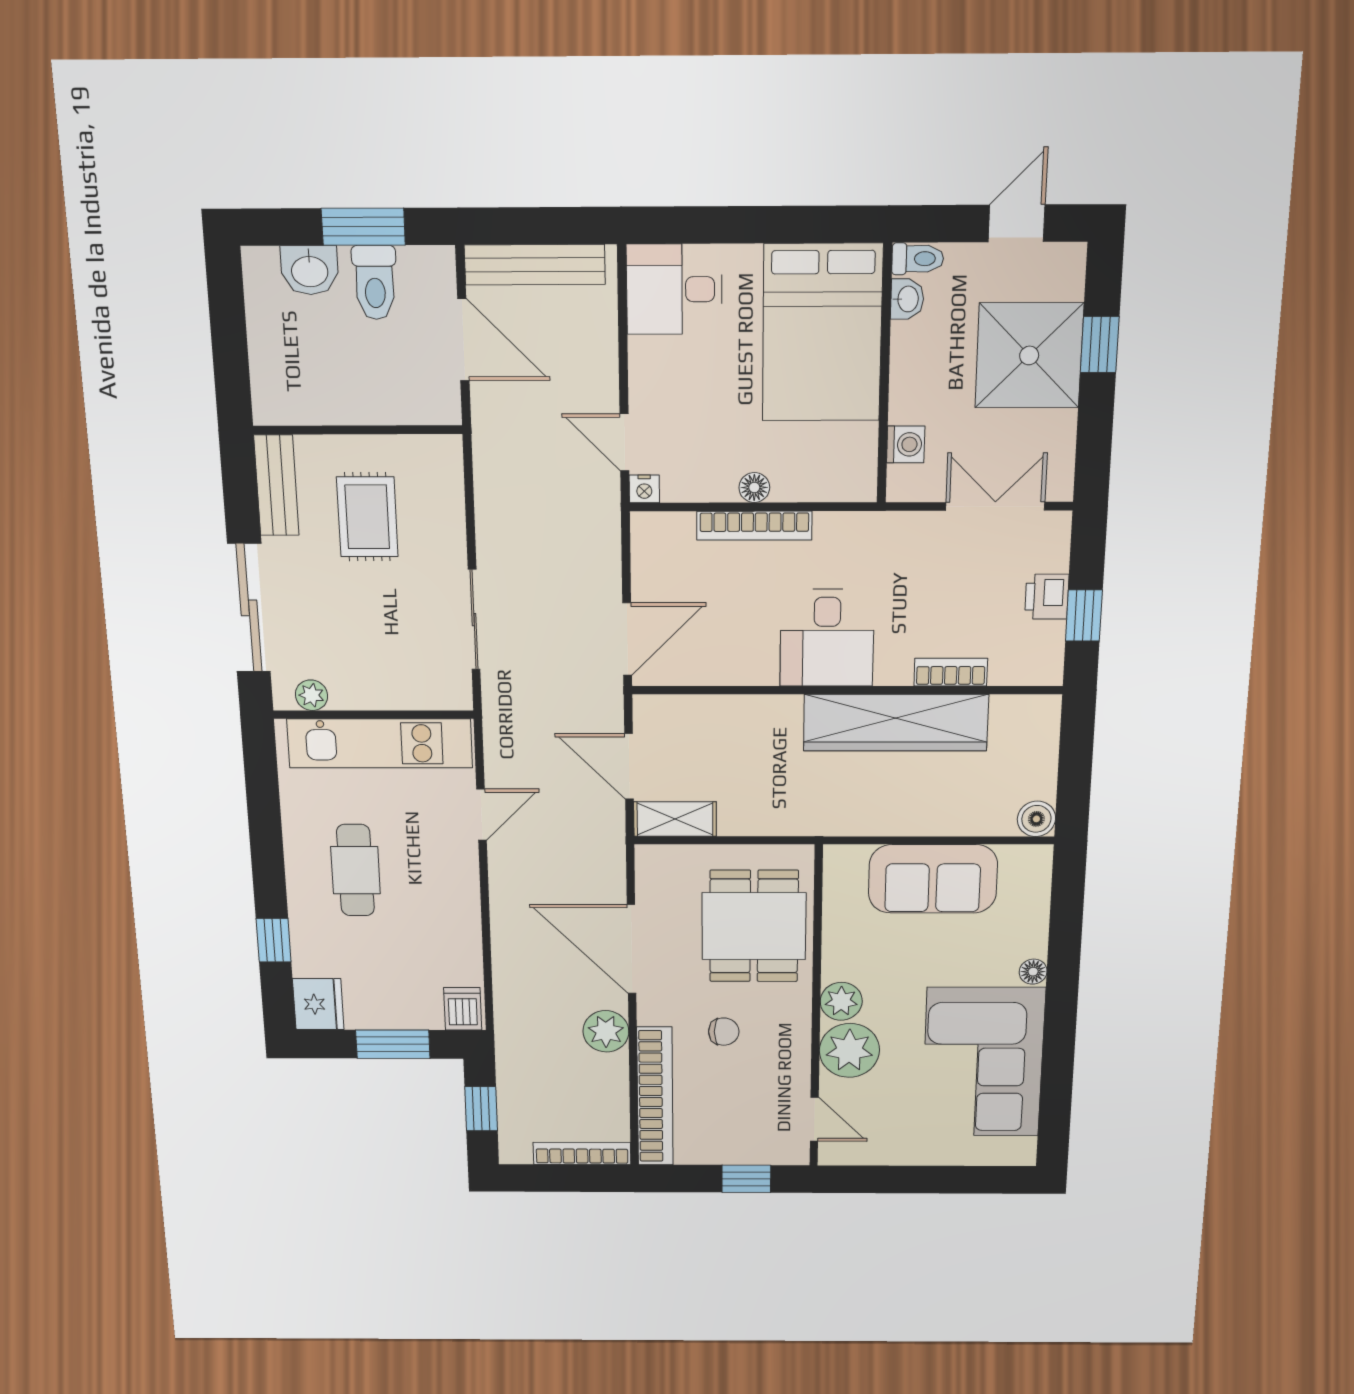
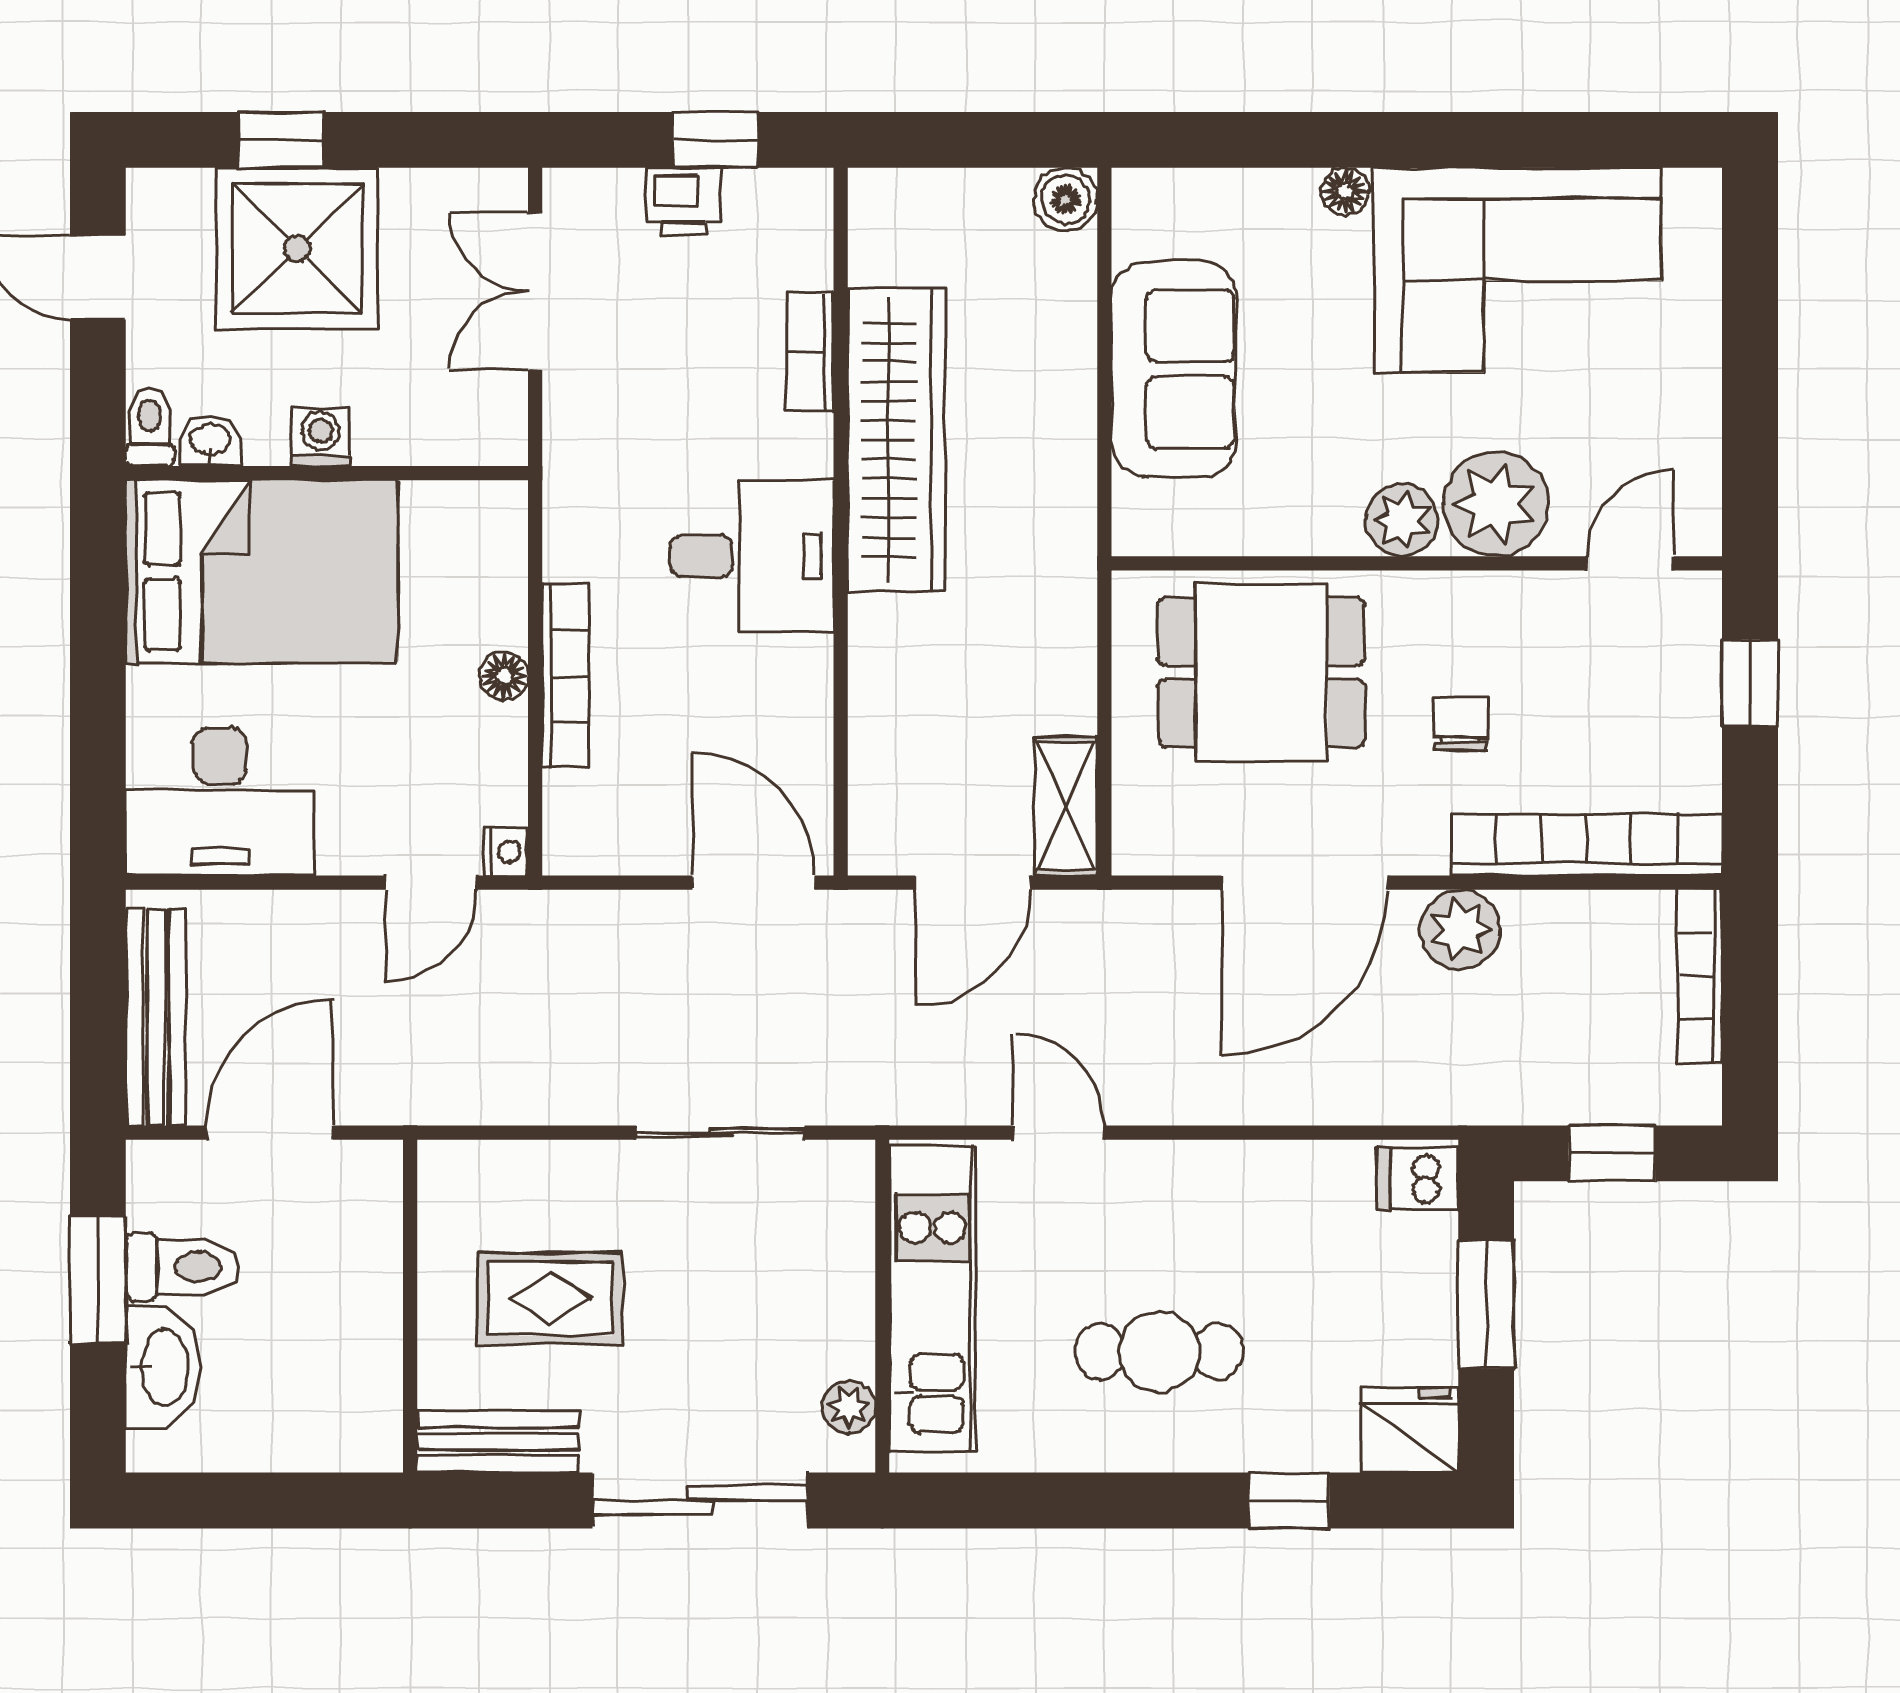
washbasin: (310, 270) -> (163, 1367), width x1.38
desk: (674, 289) -> (220, 802), width x1.37
washing machine: (906, 444) -> (320, 437), moved

